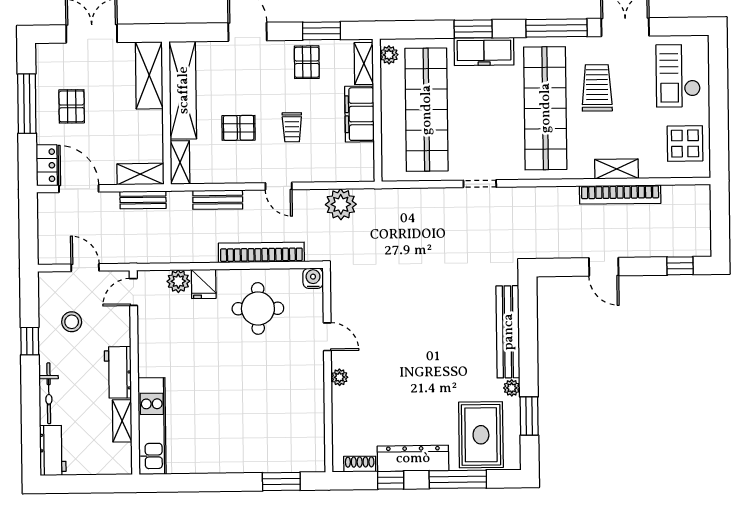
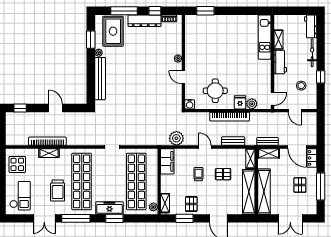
shelving: (149, 75) -> (264, 192), width x1.47
filing cabinet: (360, 114) -> (167, 161), moved
bookcase: (261, 252) -> (230, 117), moved

